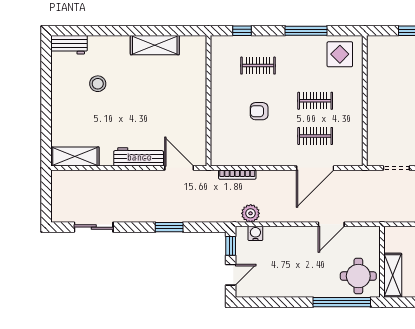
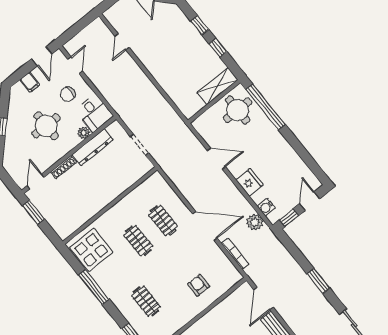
display table: (340, 54) -> (91, 250), width x1.36, depth x1.36
armchair: (259, 111) -> (199, 285), moved, turned 180
door: (315, 168) -> (205, 226), moved
window: (169, 227) -> (318, 281), moved
fridge: (288, 236) -> (250, 182), added
door: (231, 275) -> (310, 201), hinge flipped

